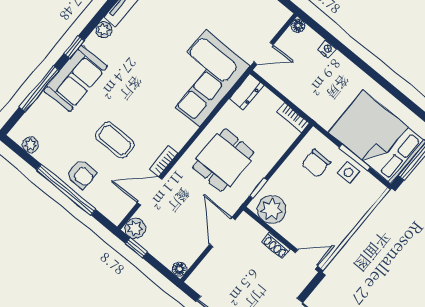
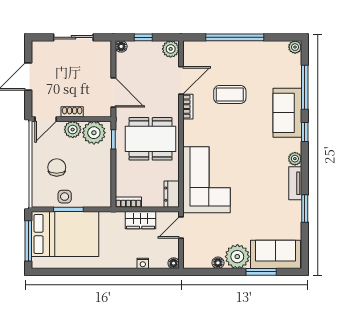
wardrobe: (296, 92) -> (141, 220), added
plant: (30, 145) -> (295, 47), moved
dining table: (223, 160) -> (151, 139), width x1.38
chair: (316, 163) -> (57, 167), moved
armchair: (81, 174) -> (233, 55), removed
plant: (289, 229) -> (73, 130), added
window: (136, 248) -> (143, 37), moved

